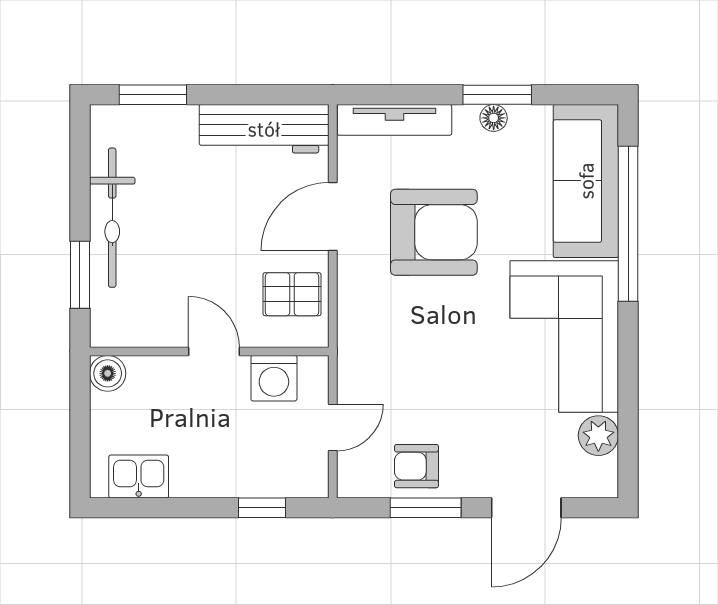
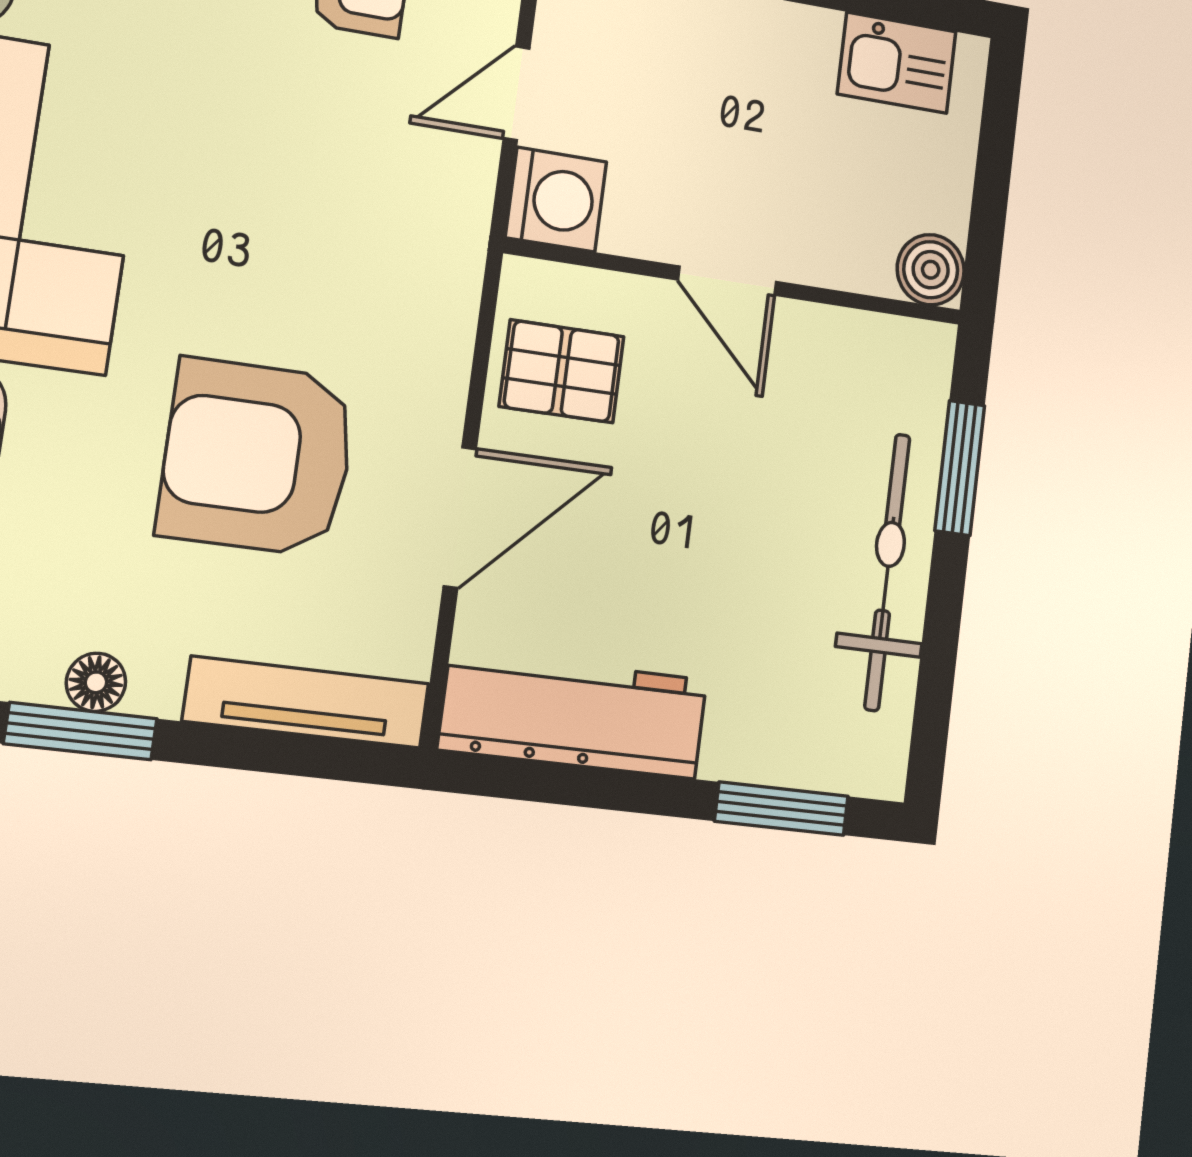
washing machine: (274, 378) -> (556, 200), moved, turned 90

